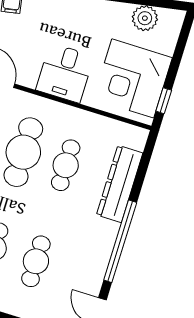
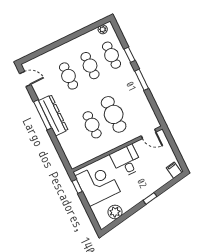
dresser: (120, 184) -> (53, 115), moved
window: (120, 241) -> (43, 115), width x0.68

